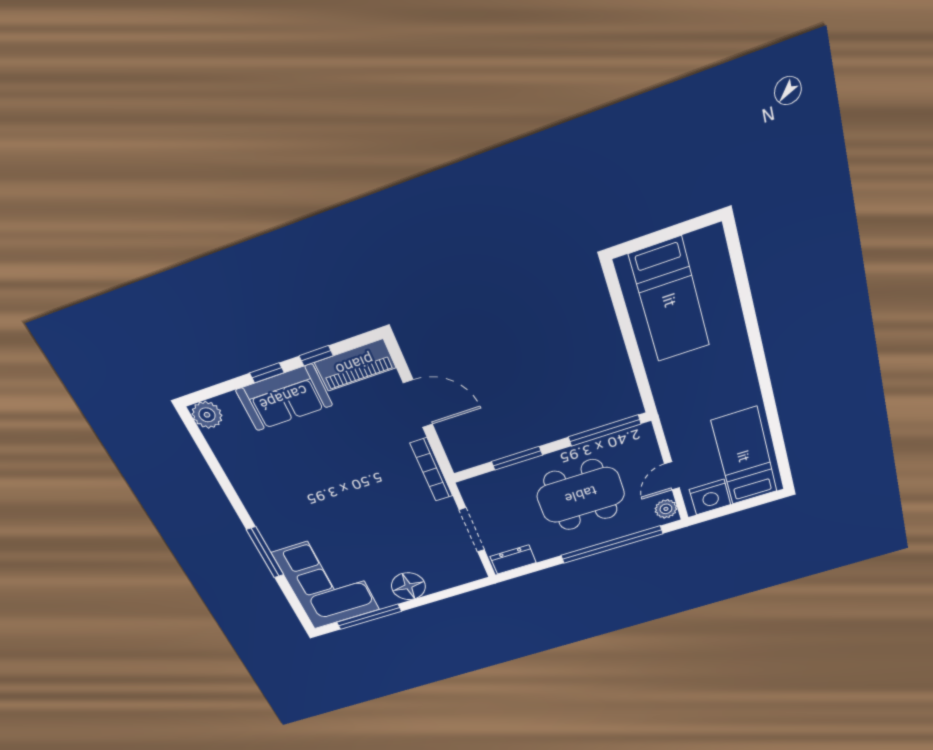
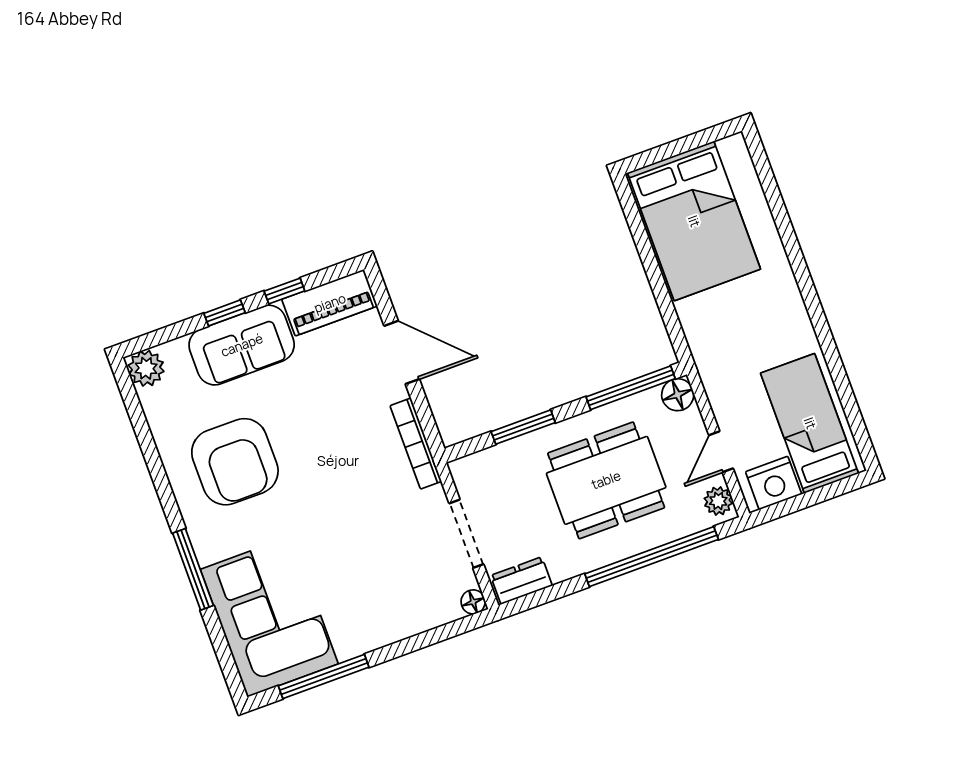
bed: (670, 300) -> (694, 221), width x1.50
floor lamp: (642, 436) -> (678, 395), added
armchair: (289, 482) -> (235, 462), added
floor lamp: (408, 586) -> (473, 602), moved, width x0.53, depth x0.53

